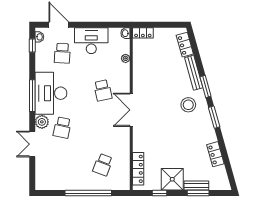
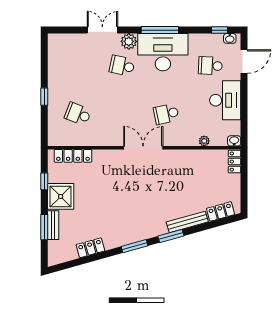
stool: (188, 105) -> (149, 216), removed
window: (88, 193) -> (44, 97), width x0.32

